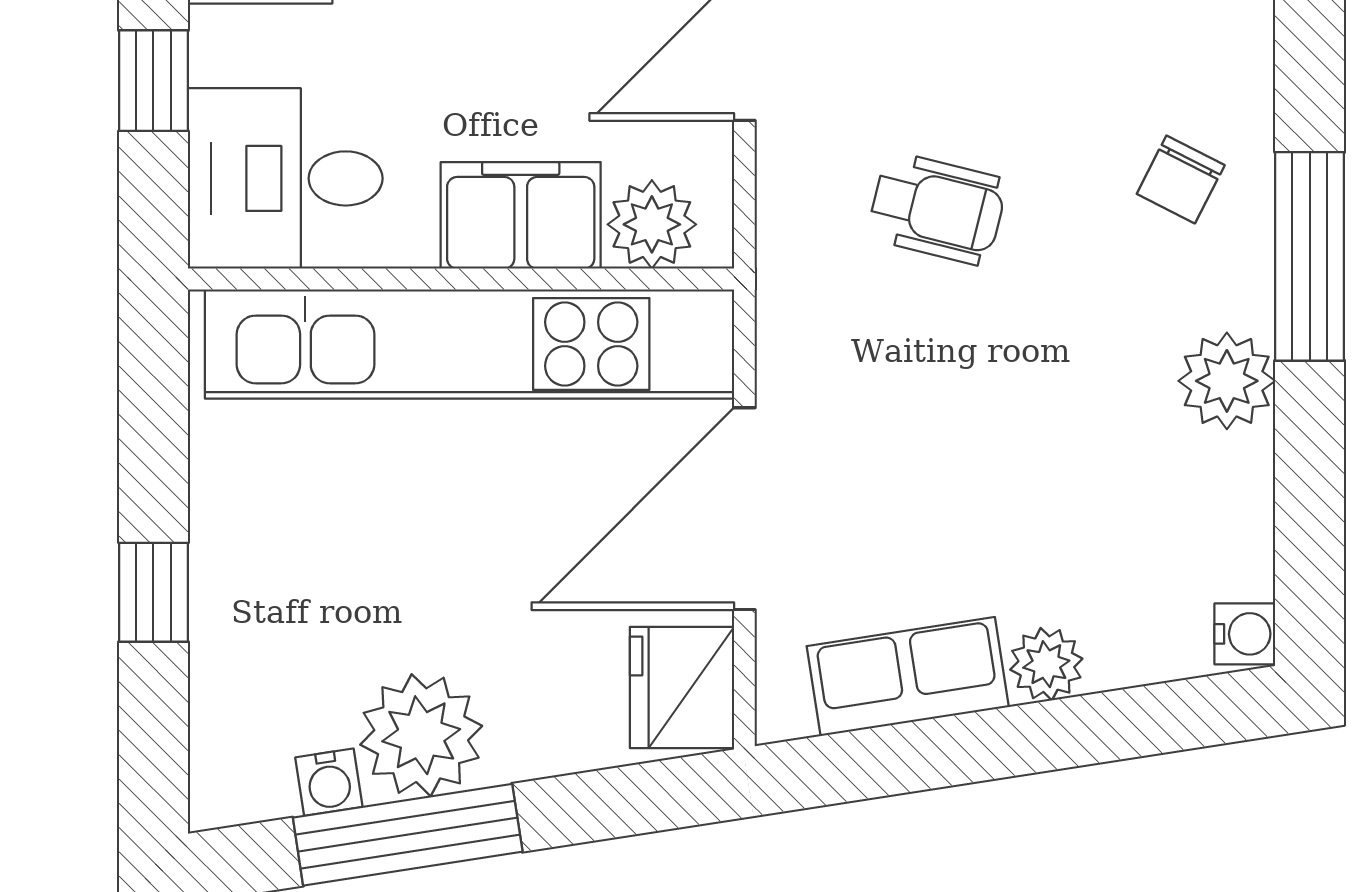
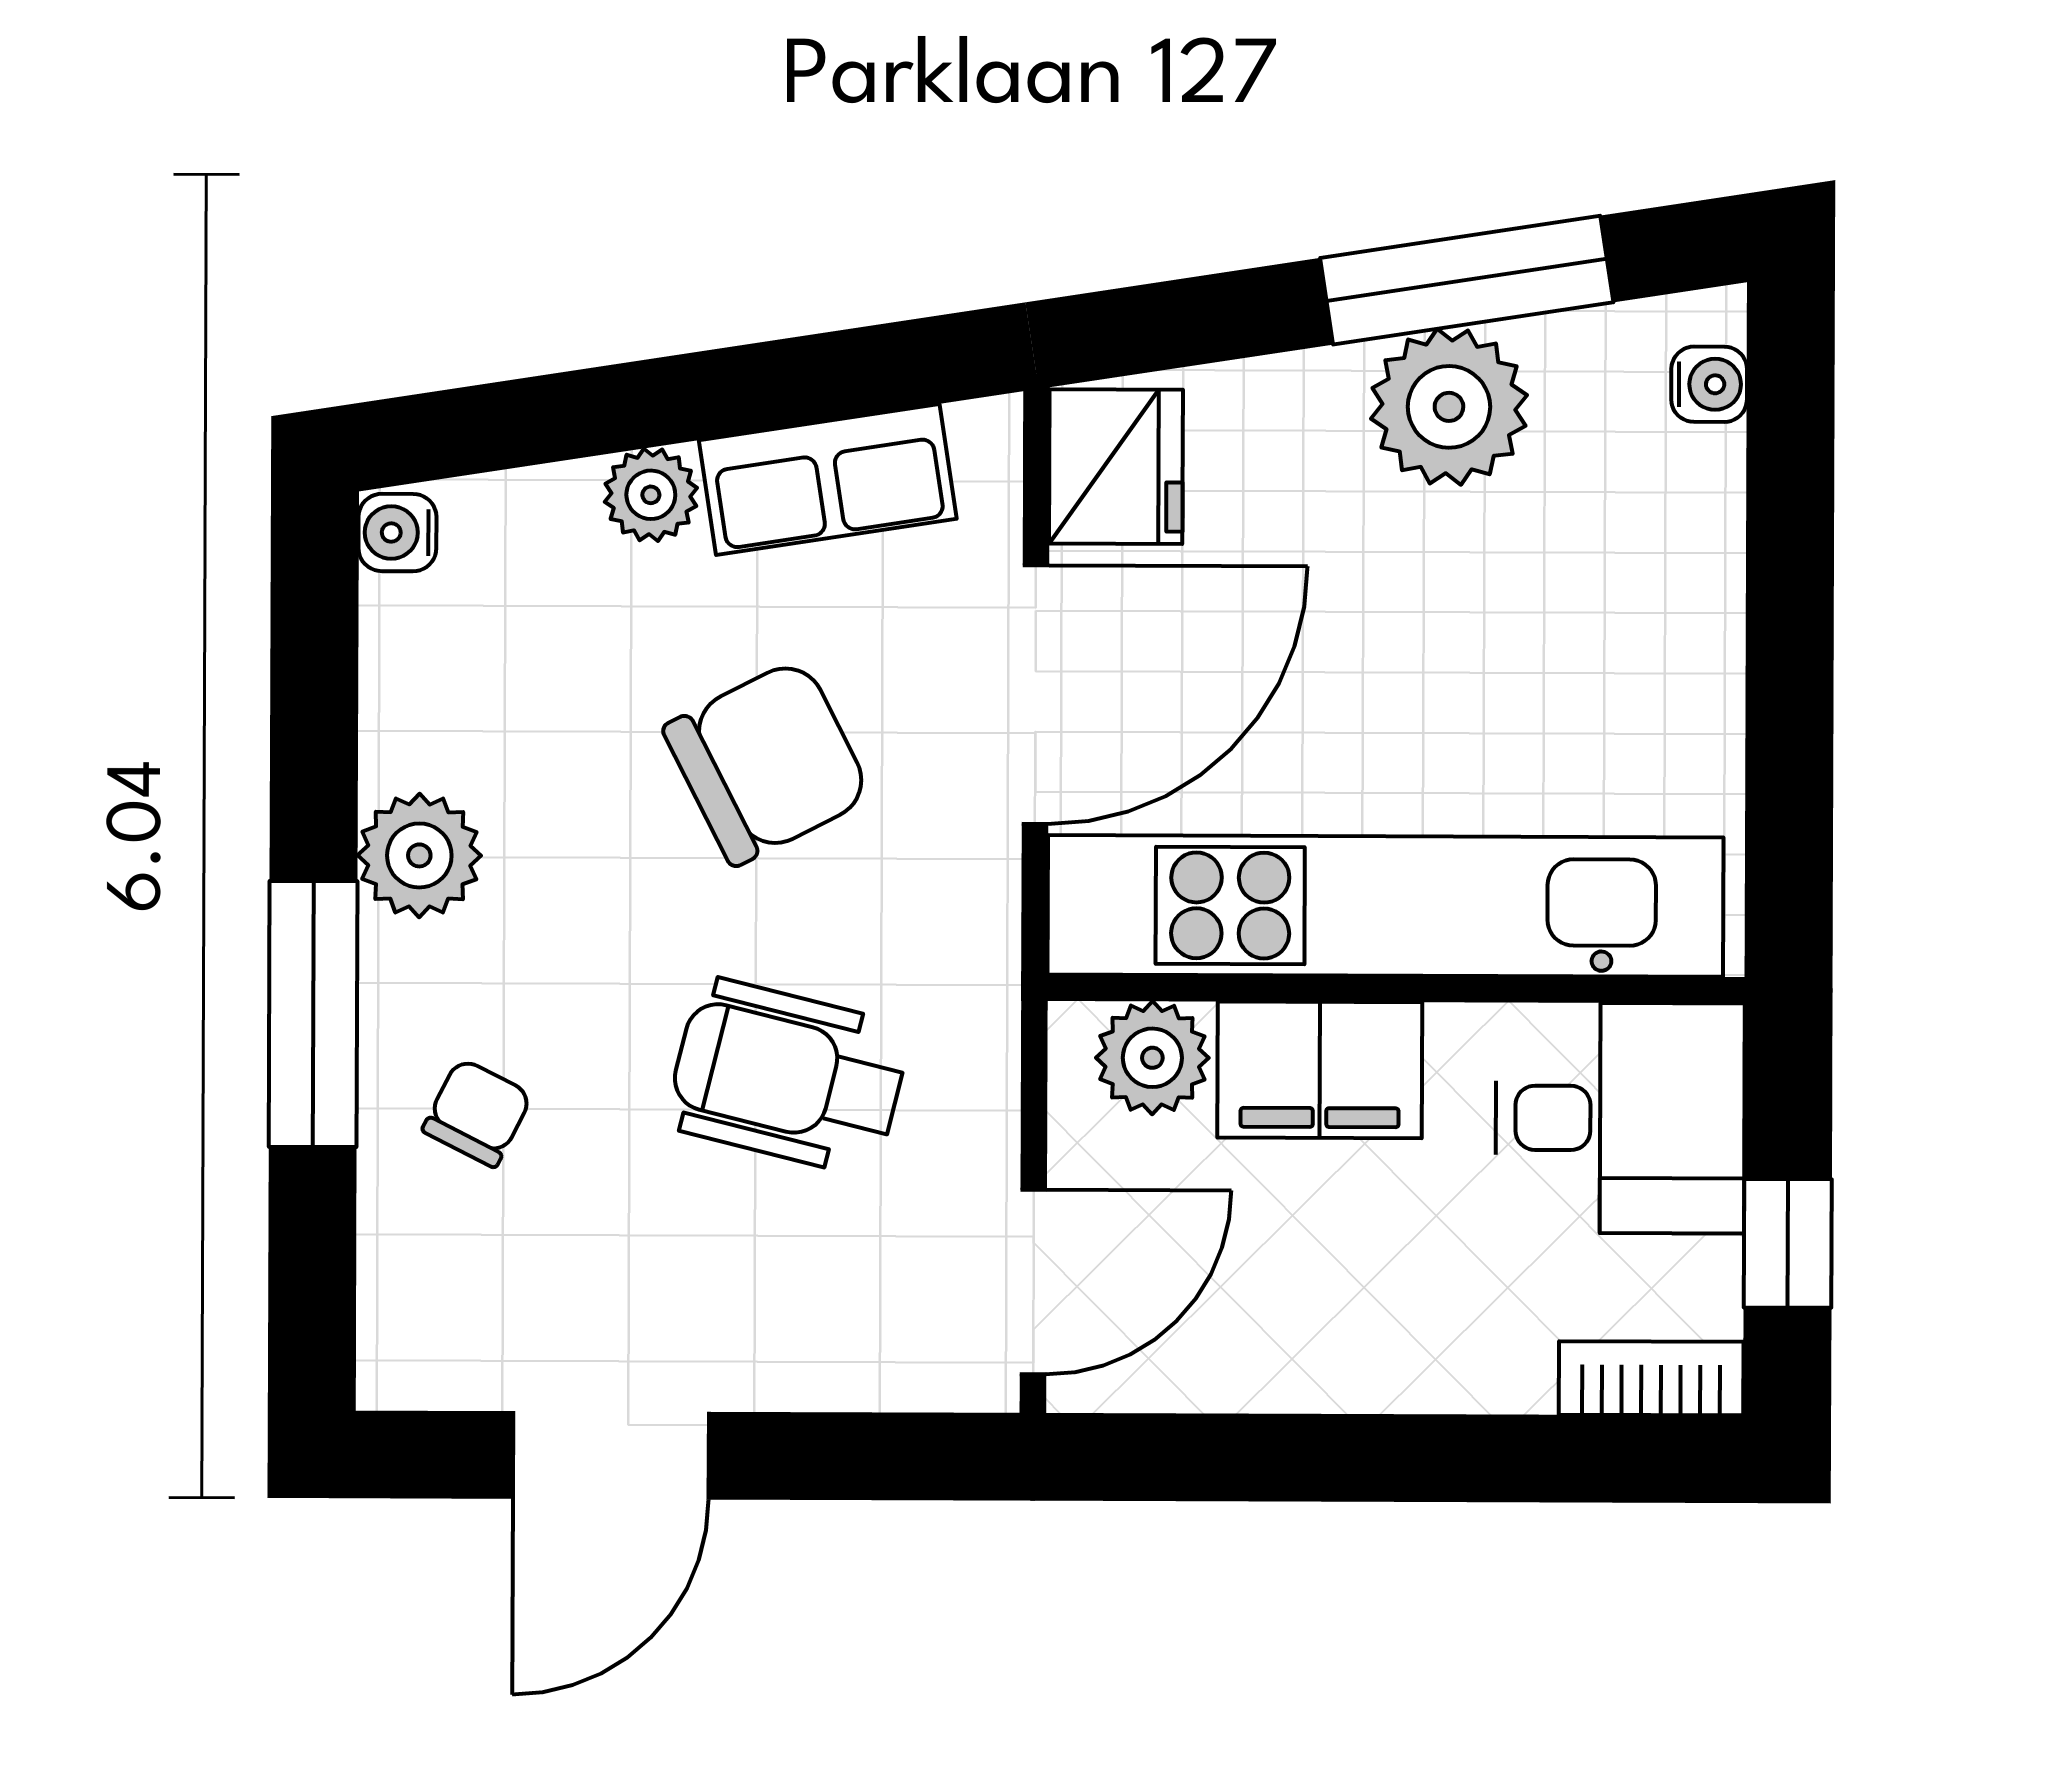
wheelchair: (937, 209) -> (788, 1077), width x1.36, depth x1.37
chair: (954, 455) -> (767, 762), added
window: (153, 592) -> (1790, 591), removed
water cooler: (329, 782) -> (1709, 384), moved, turned 99

